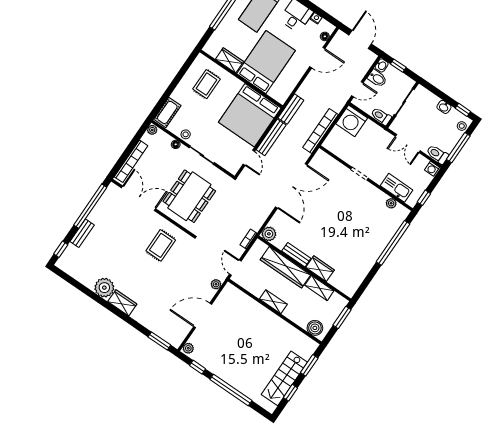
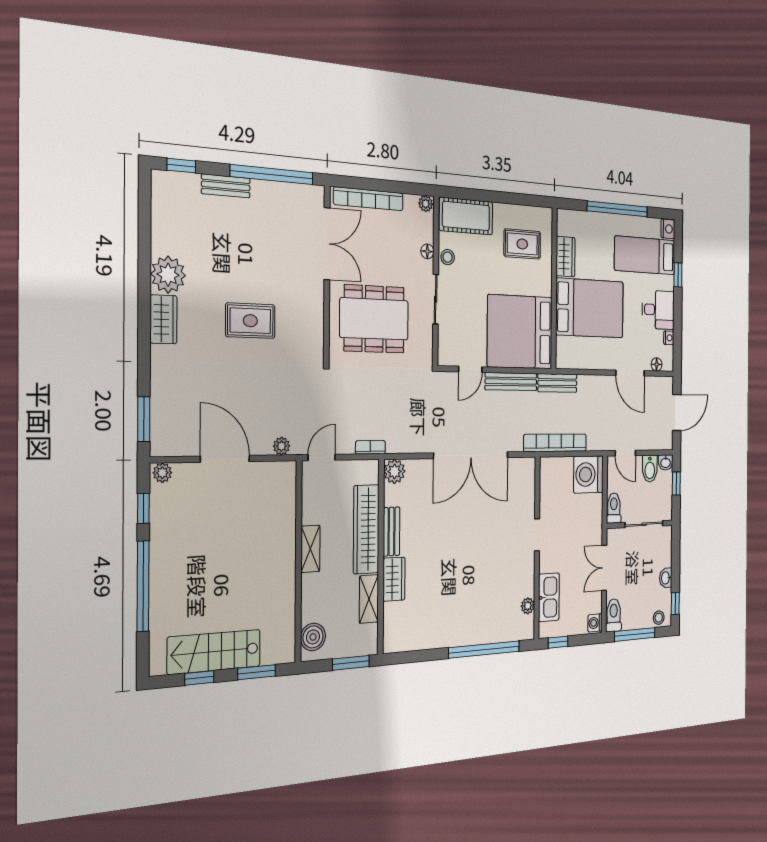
cot: (167, 112) -> (466, 216), width x1.37, depth x1.34
rug: (161, 245) -> (250, 321), moved

